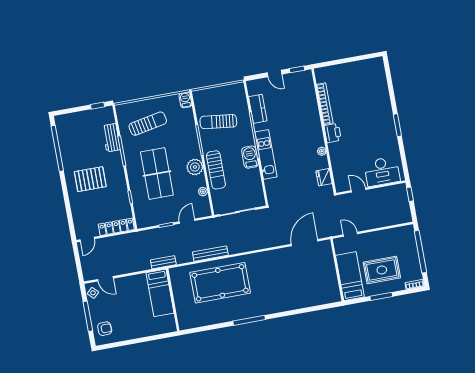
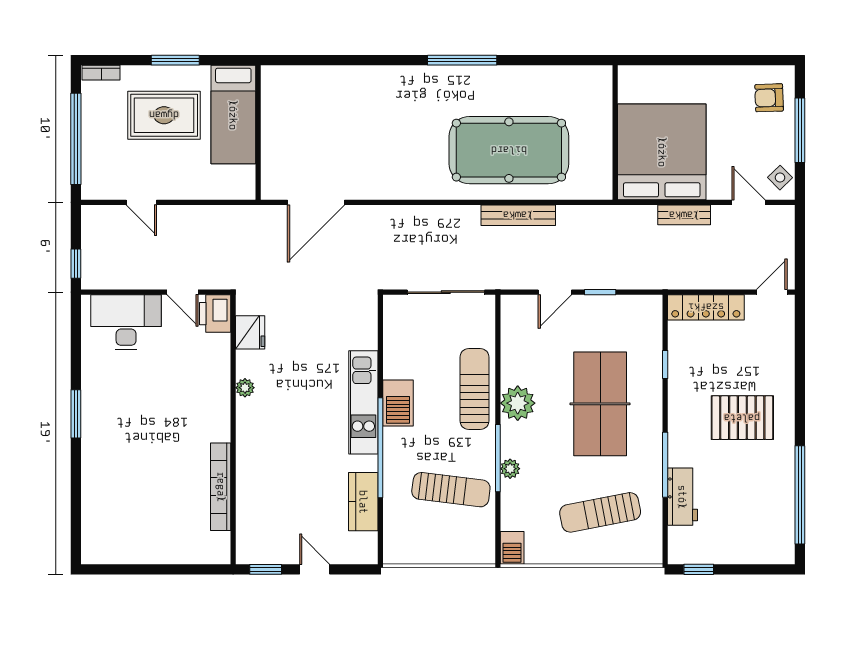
printer: (333, 133) -> (215, 314), moved
plant: (203, 192) -> (510, 469), moved
door: (350, 234) -> (141, 202), moved
bench: (163, 262) -> (684, 215), moved
bed: (160, 293) -> (662, 152), width x2.04

